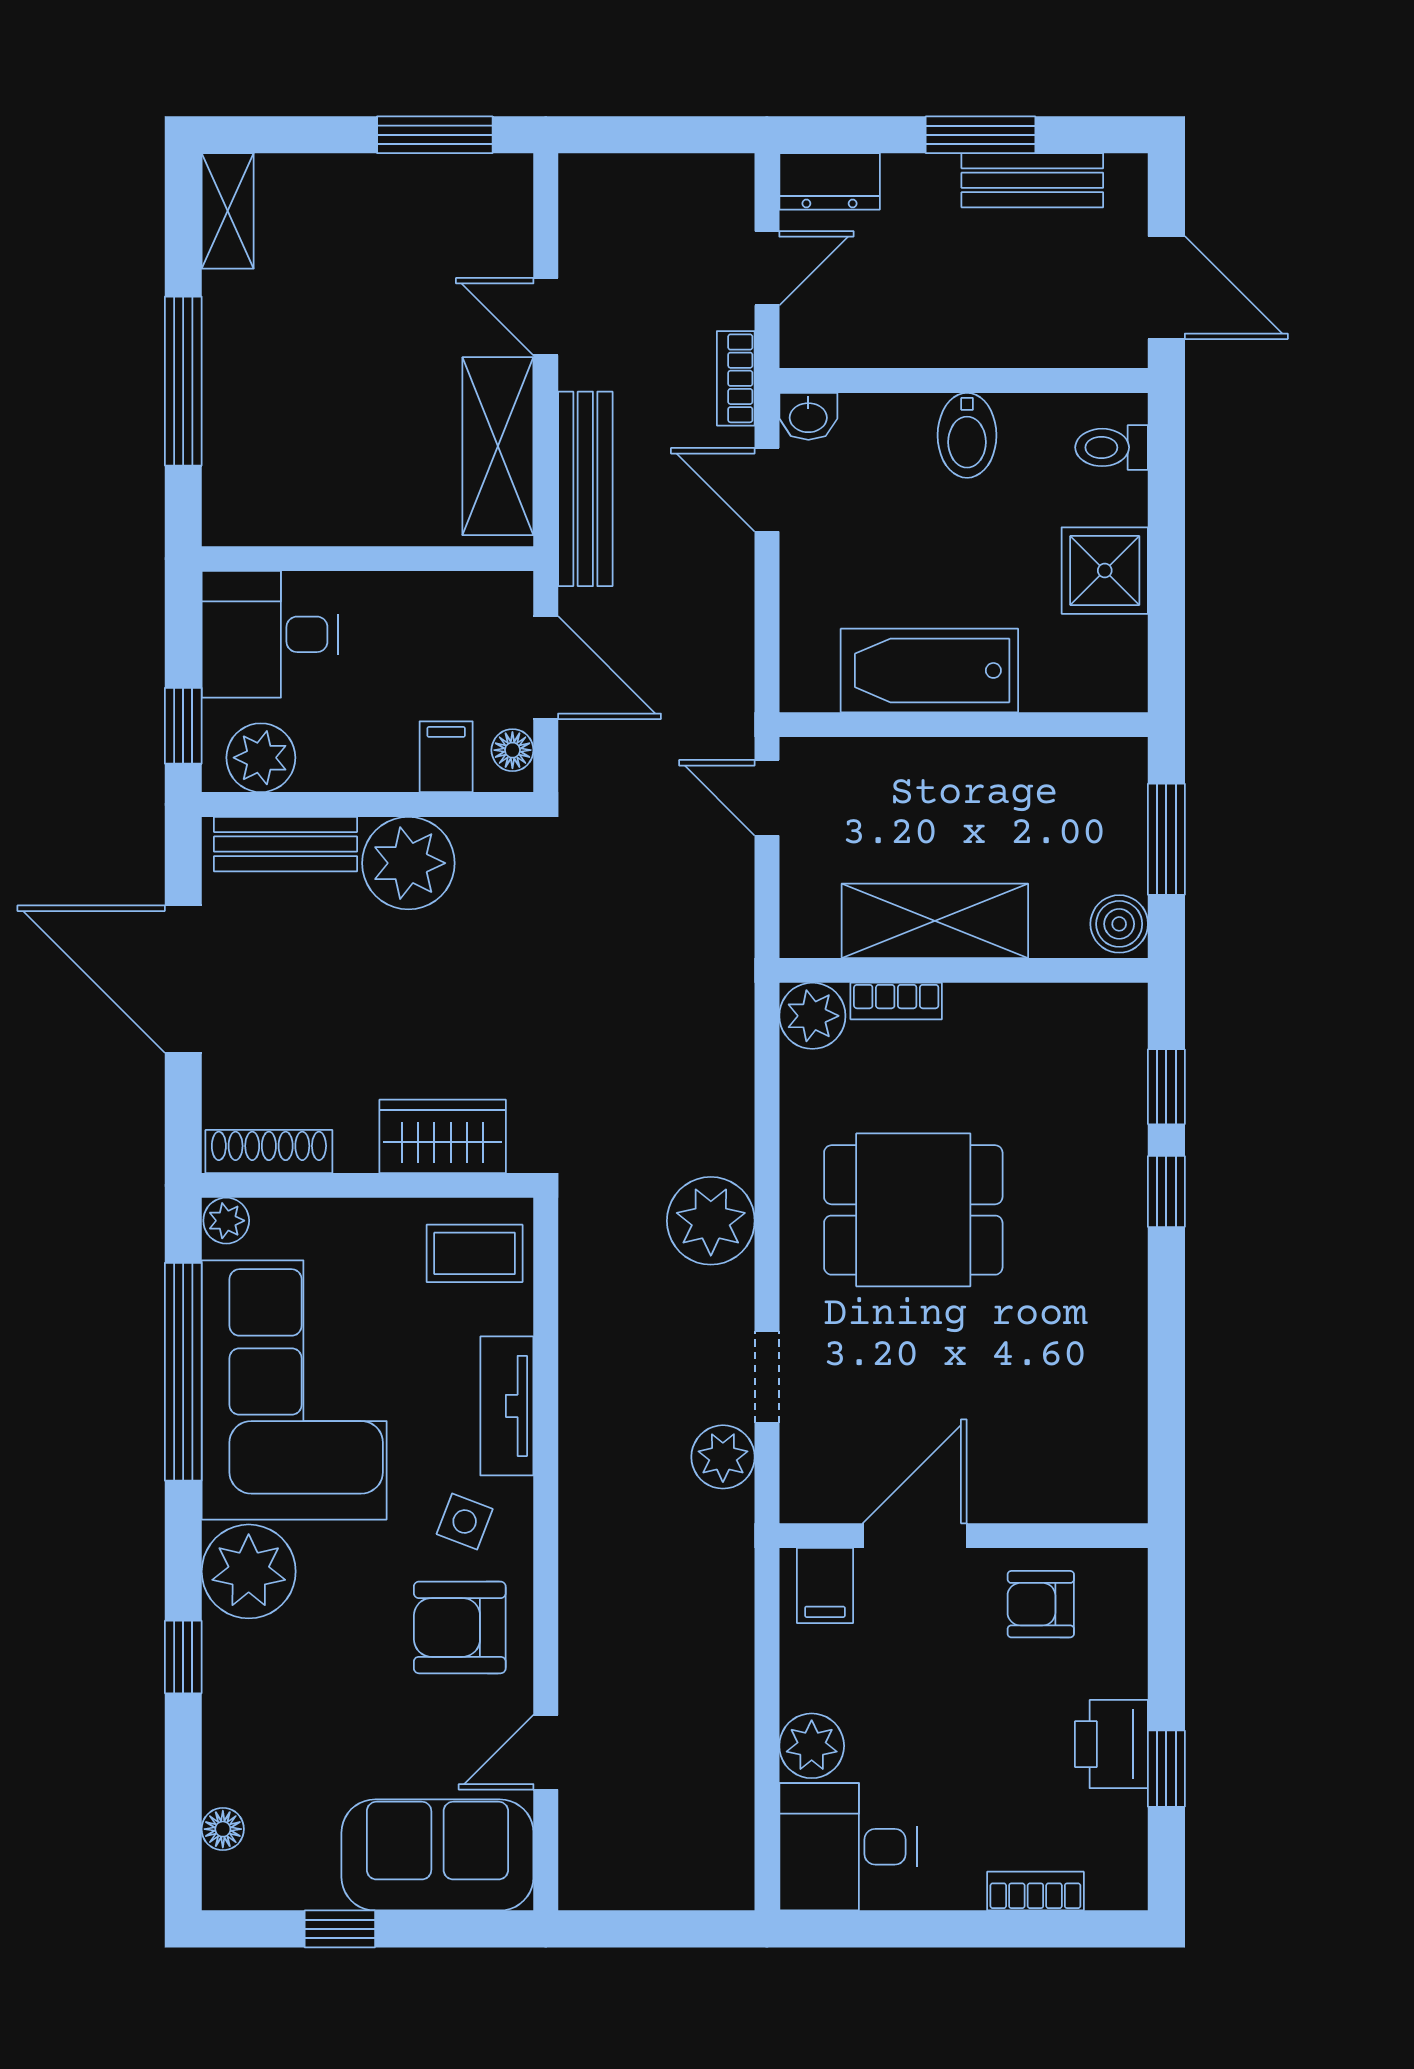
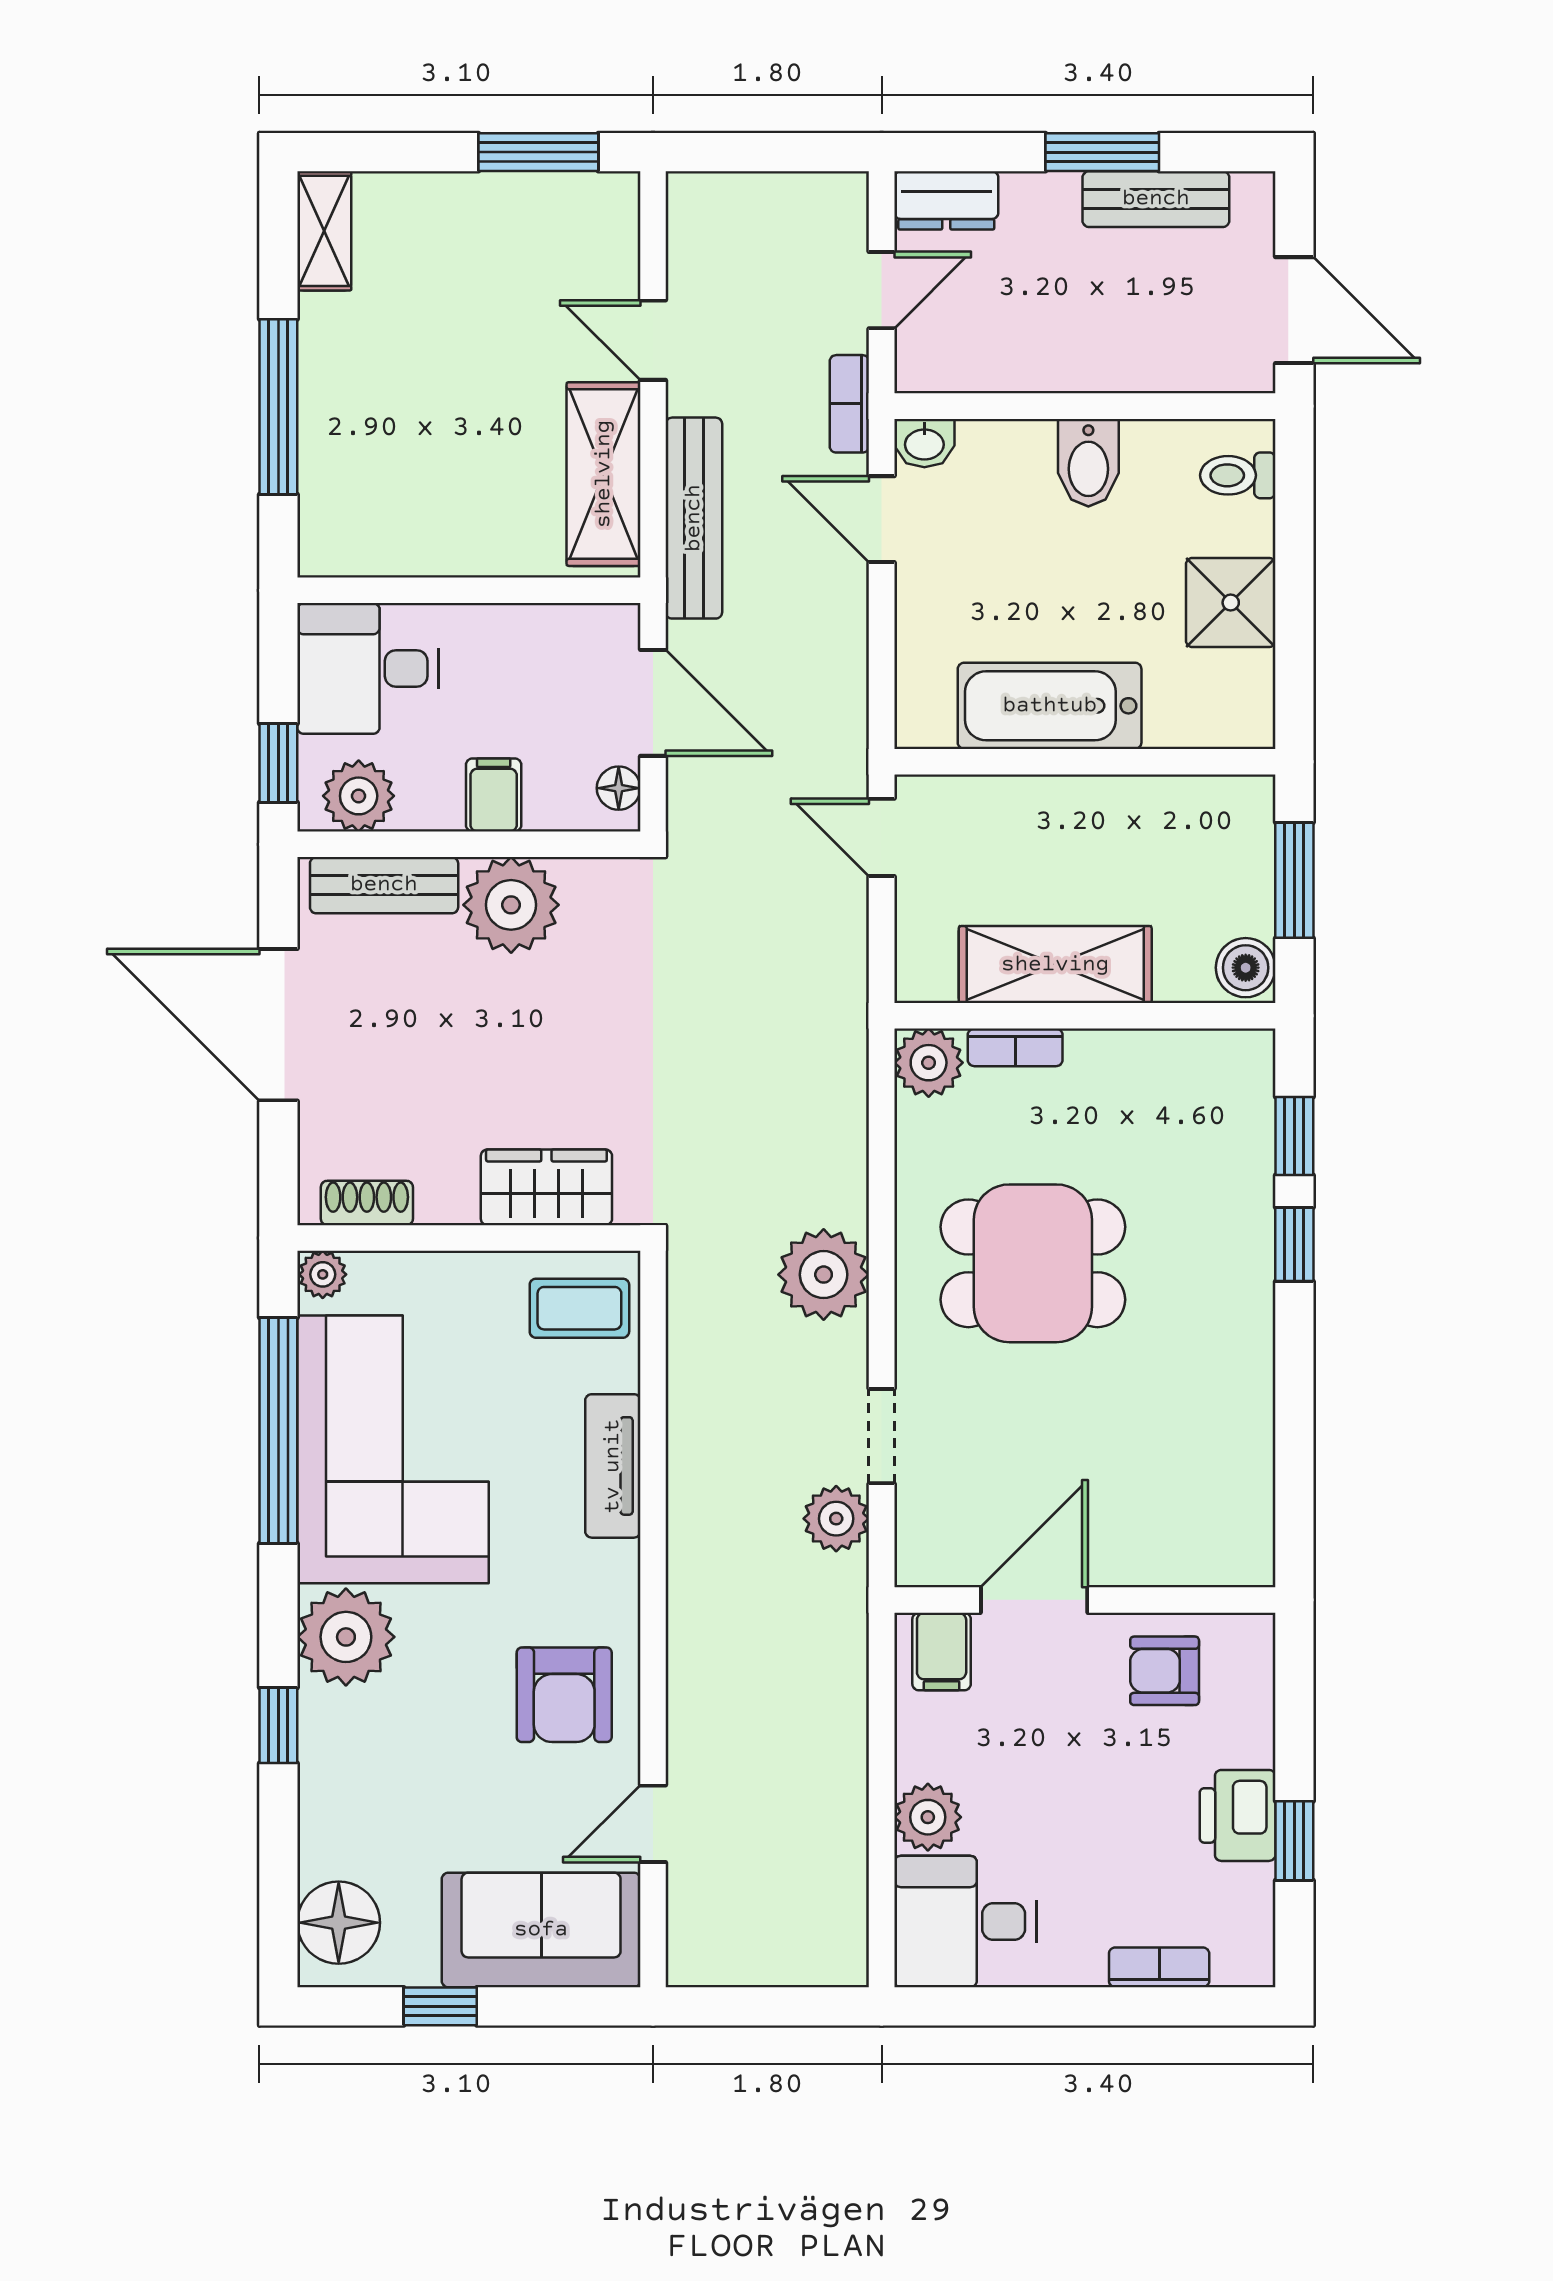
filing cabinet: (446, 757) -> (494, 795), moved
shoe rack: (269, 1152) -> (367, 1203), width x0.70
side table: (465, 1522) -> (569, 1585), removed
armchair: (460, 1627) -> (564, 1695), turned -90
floor lamp: (223, 1829) -> (339, 1923), width x1.89, depth x1.89

